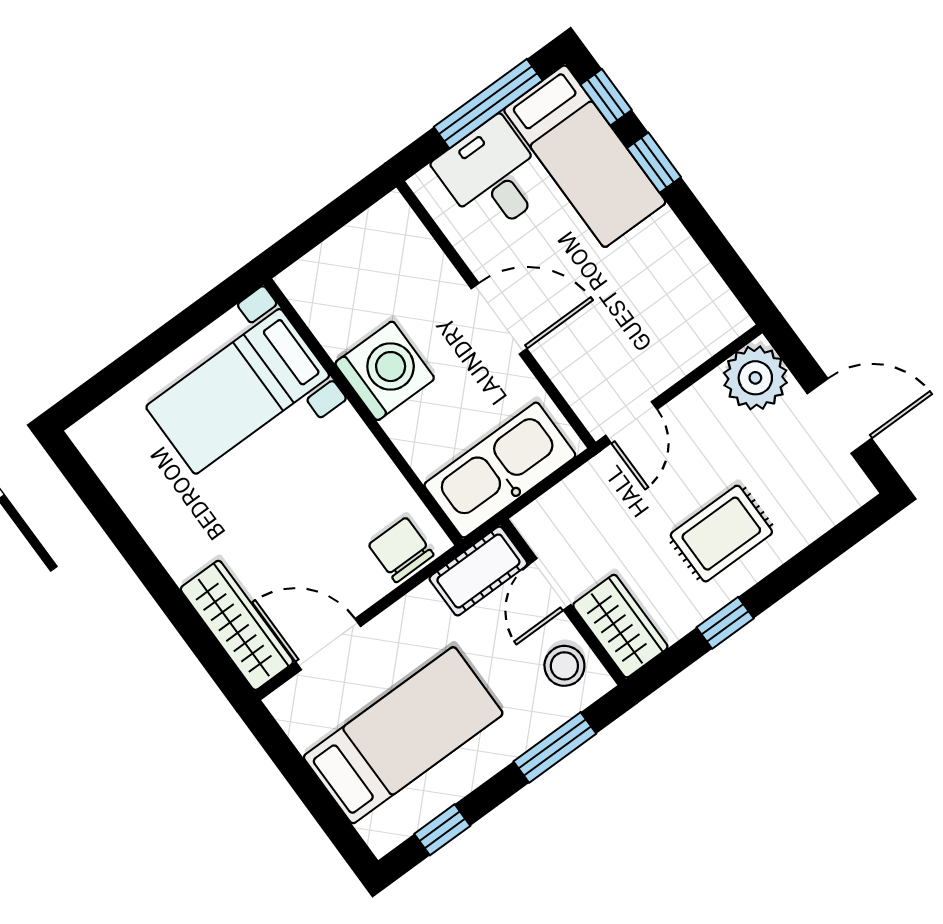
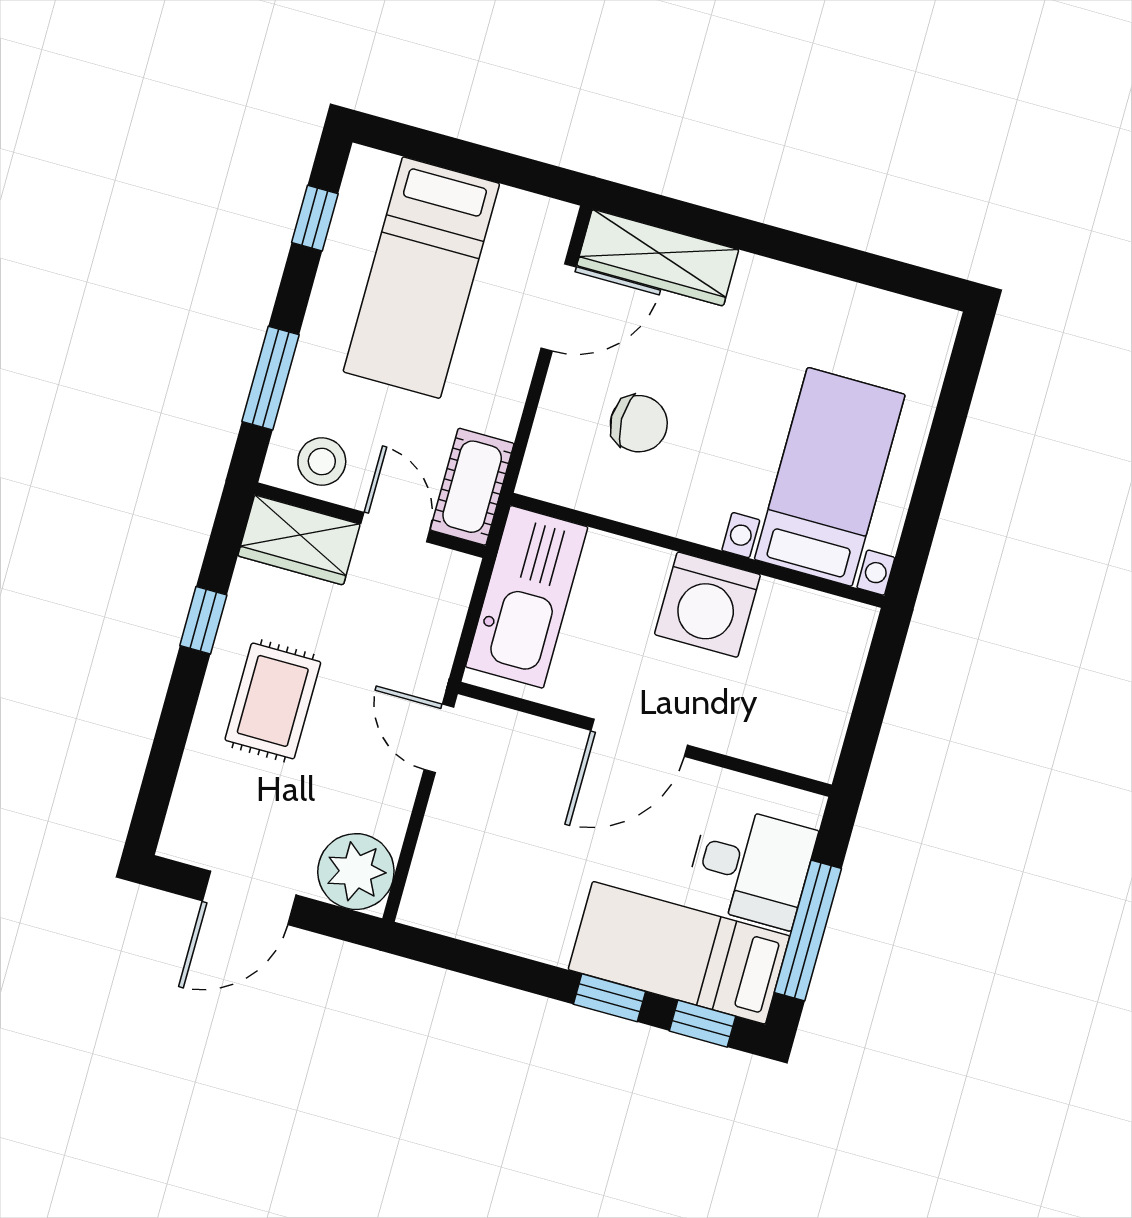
chair: (401, 550) -> (639, 424), moved

